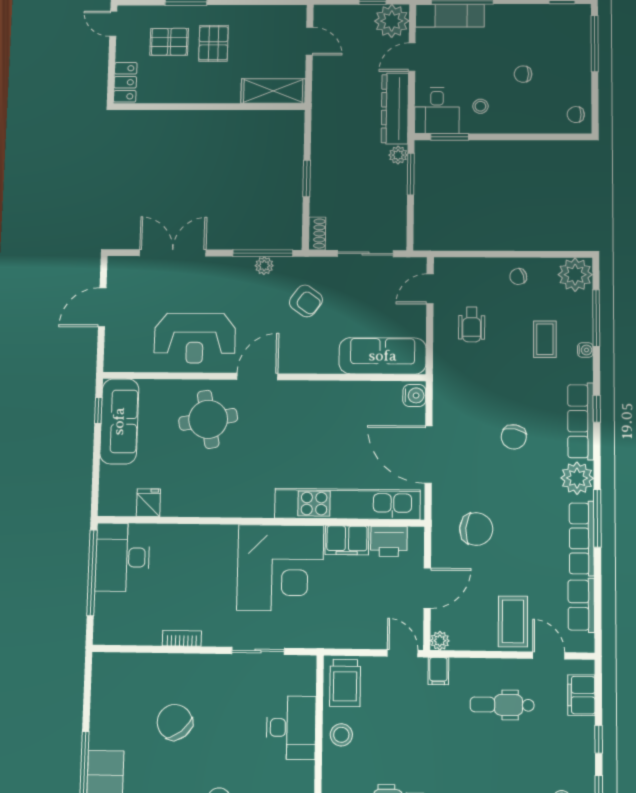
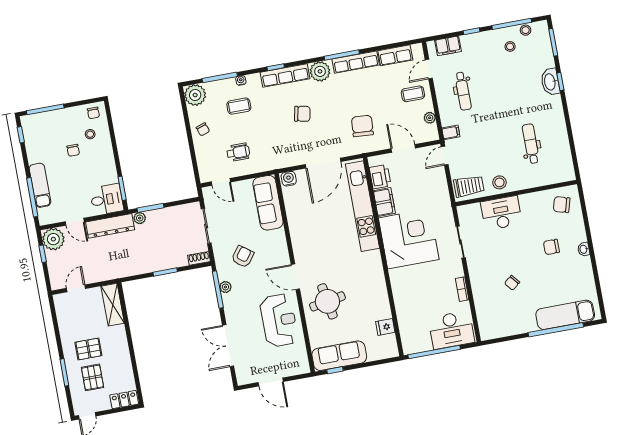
exam couch: (450, 16) -> (40, 185), moved
stool: (480, 106) -> (90, 134), moved
desk: (123, 557) -> (451, 330), moved
coffee table: (513, 621) -> (413, 94), width x0.73, depth x0.77
plant: (440, 641) -> (430, 118), moved
chair: (175, 722) -> (512, 283), width x0.54, depth x0.54

